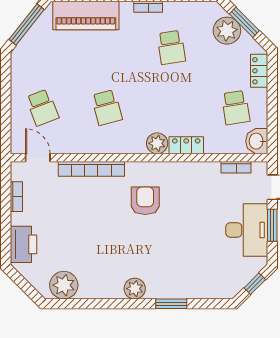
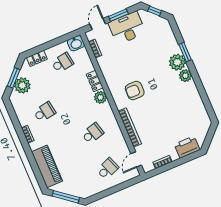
plant: (64, 285) -> (177, 62), moved

